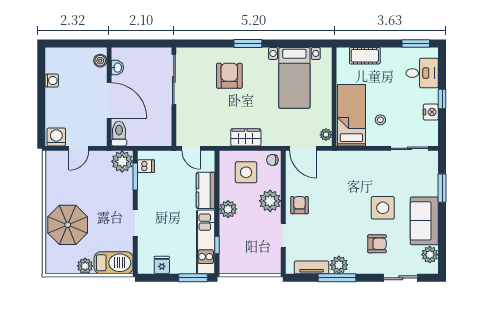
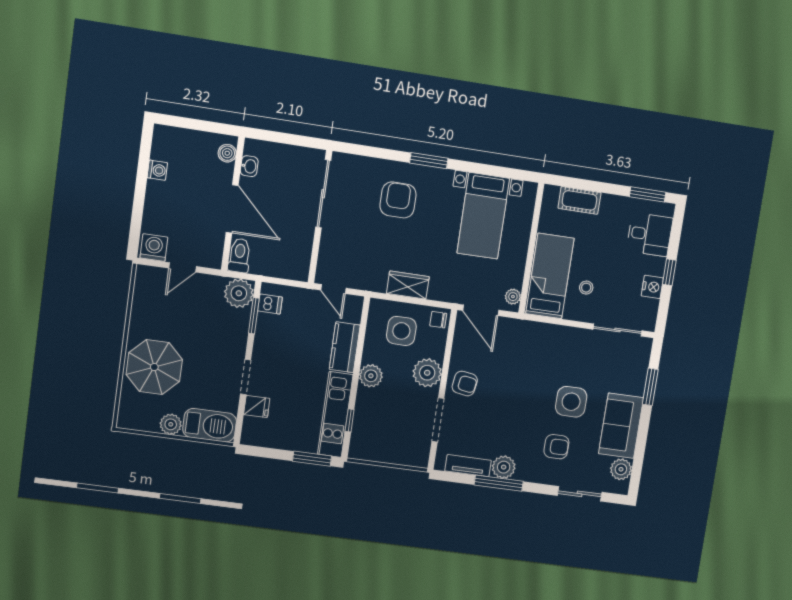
armchair: (299, 205) -> (465, 383), turned 99
doorway: (283, 236) -> (438, 420), width x1.38
fridge: (162, 265) -> (257, 407), moved, turned 90

